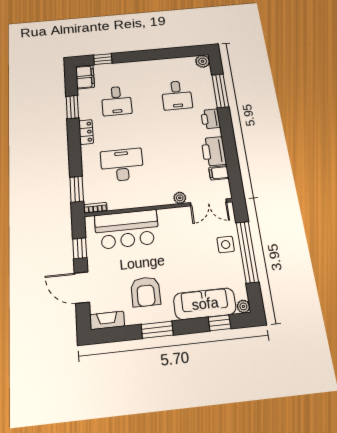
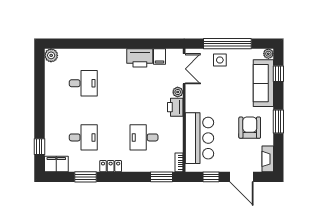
window: (220, 91) -> (83, 44), removed
printer: (211, 119) -> (175, 107), moved, turned 90
desk: (122, 165) -> (144, 137), width x0.73
door: (82, 288) -> (242, 177), hinge flipped
armchair: (146, 292) -> (250, 128), turned -90

